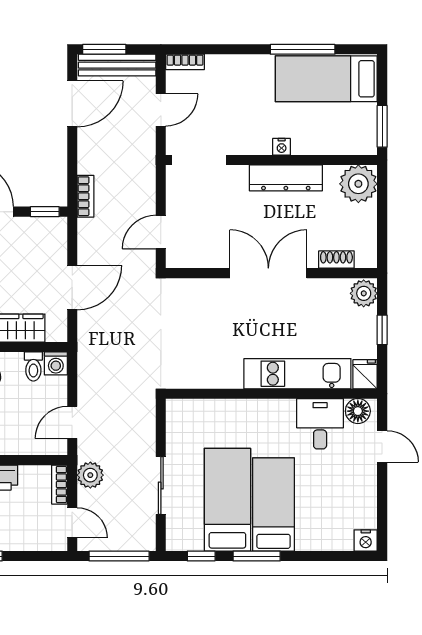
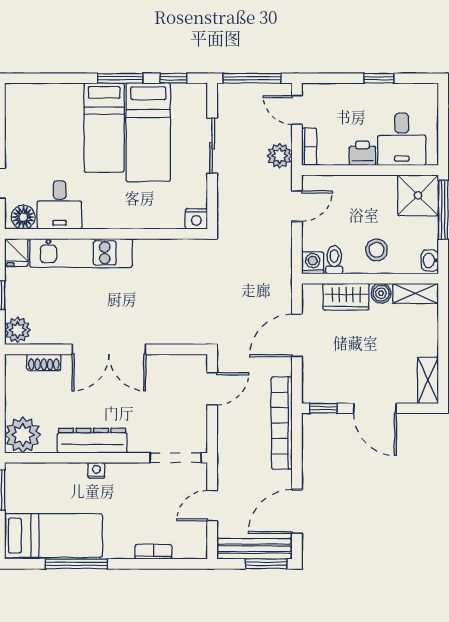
bookcase: (185, 62) -> (153, 552), moved
bookcase: (85, 196) -> (282, 423), width x2.31, depth x1.31
nightstand: (366, 540) -> (196, 219), moved, turned 180

